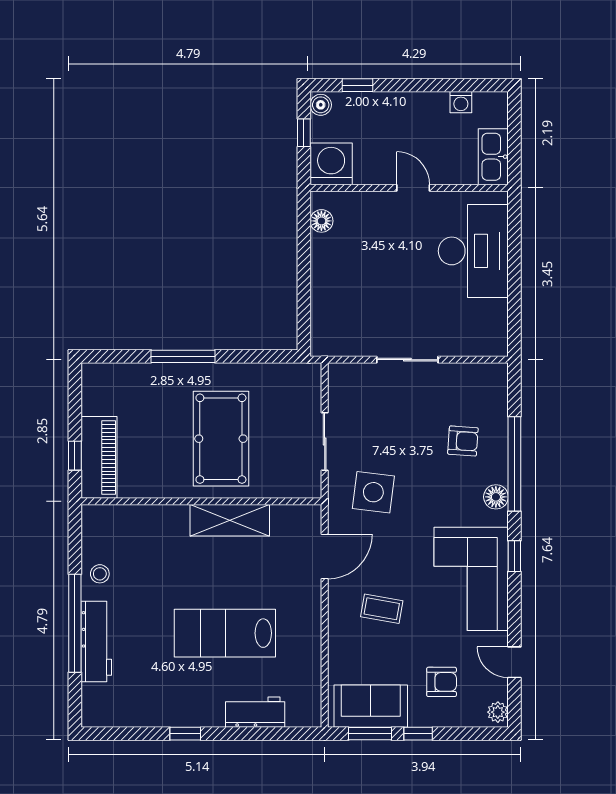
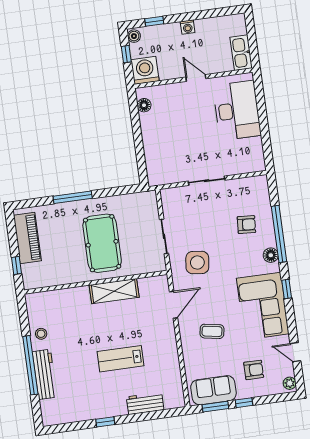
washing machine: (461, 102) -> (188, 27), moved
piano: (99, 457) -> (27, 238), moved
lab bench: (225, 633) -> (121, 359), width x0.73, depth x0.72

